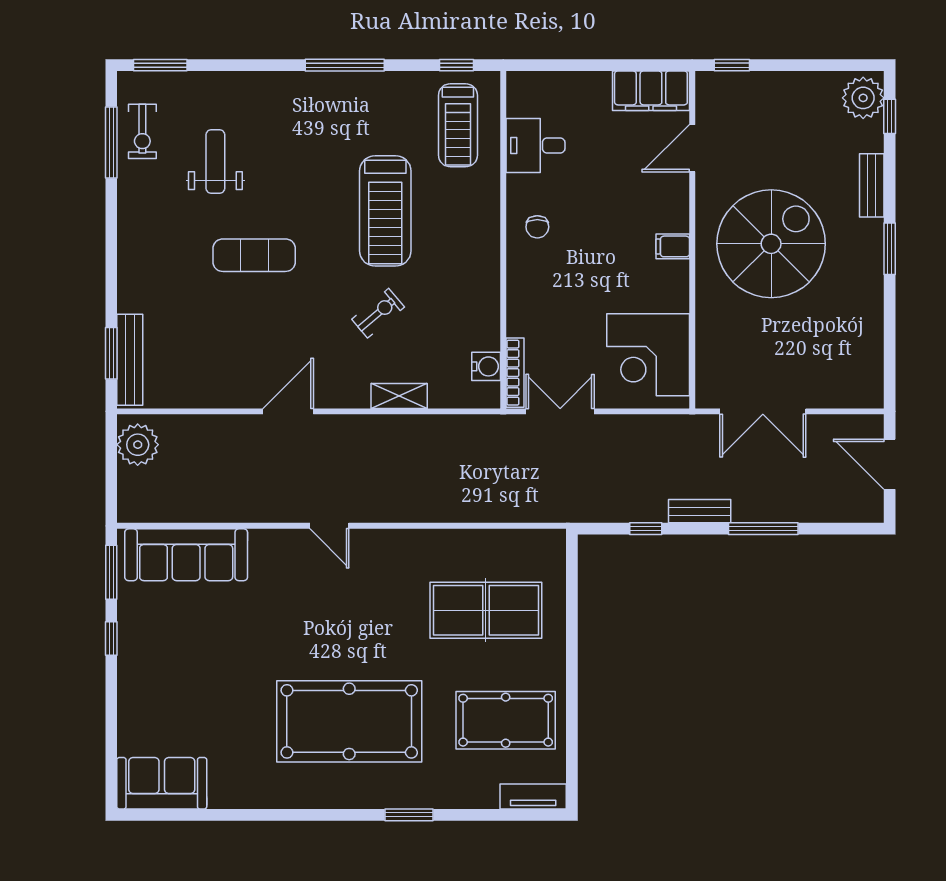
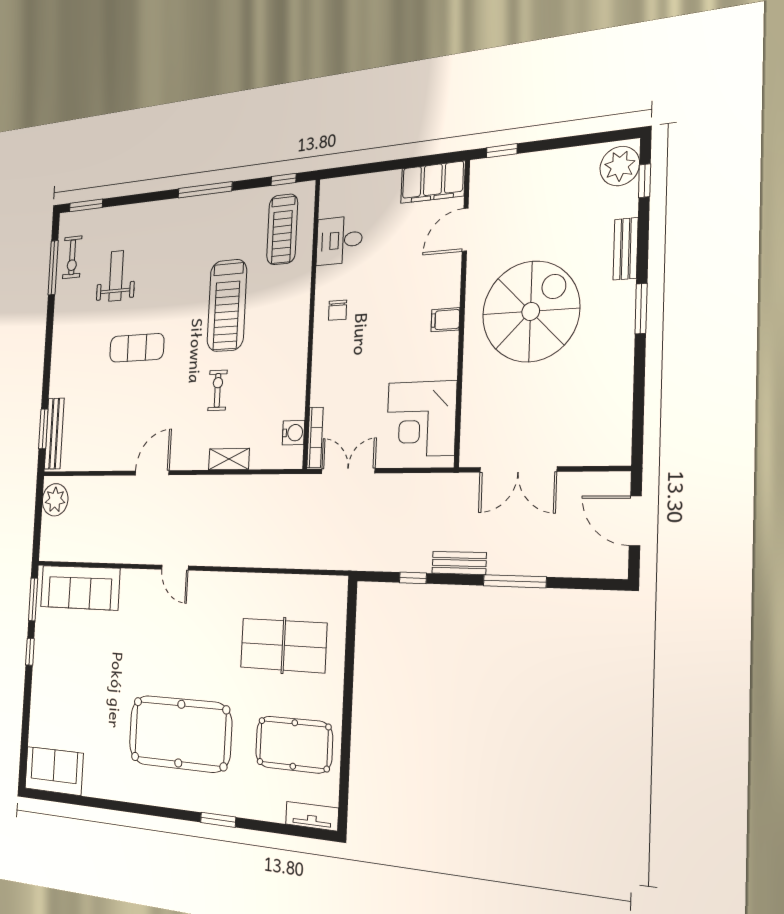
exercise bike: (378, 313) -> (218, 390), turned -50

